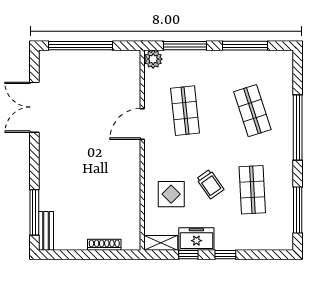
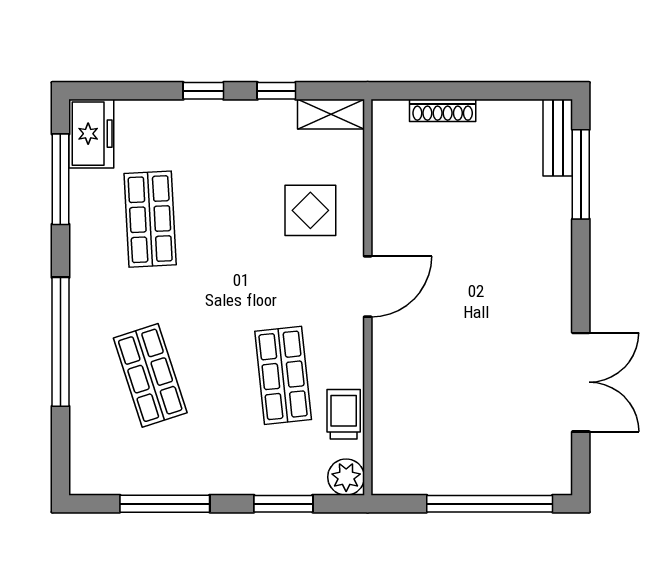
window: (185, 46) -> (283, 504), width x0.69
door: (142, 124) -> (368, 287), moved
trolley: (210, 184) -> (344, 414), moved, turned 35
freezer: (196, 239) -> (91, 134), moved, turned -90

